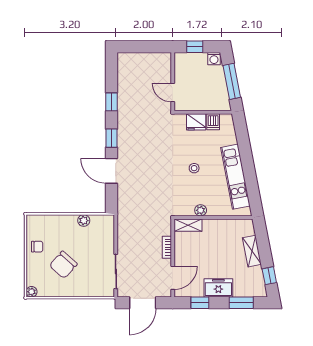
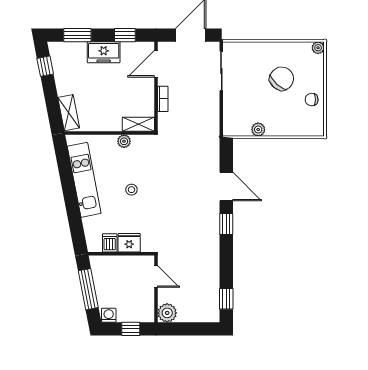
plant: (163, 61) -> (167, 313), added
window: (112, 102) -> (226, 299), moved
shelving: (252, 251) -> (69, 113), moved

